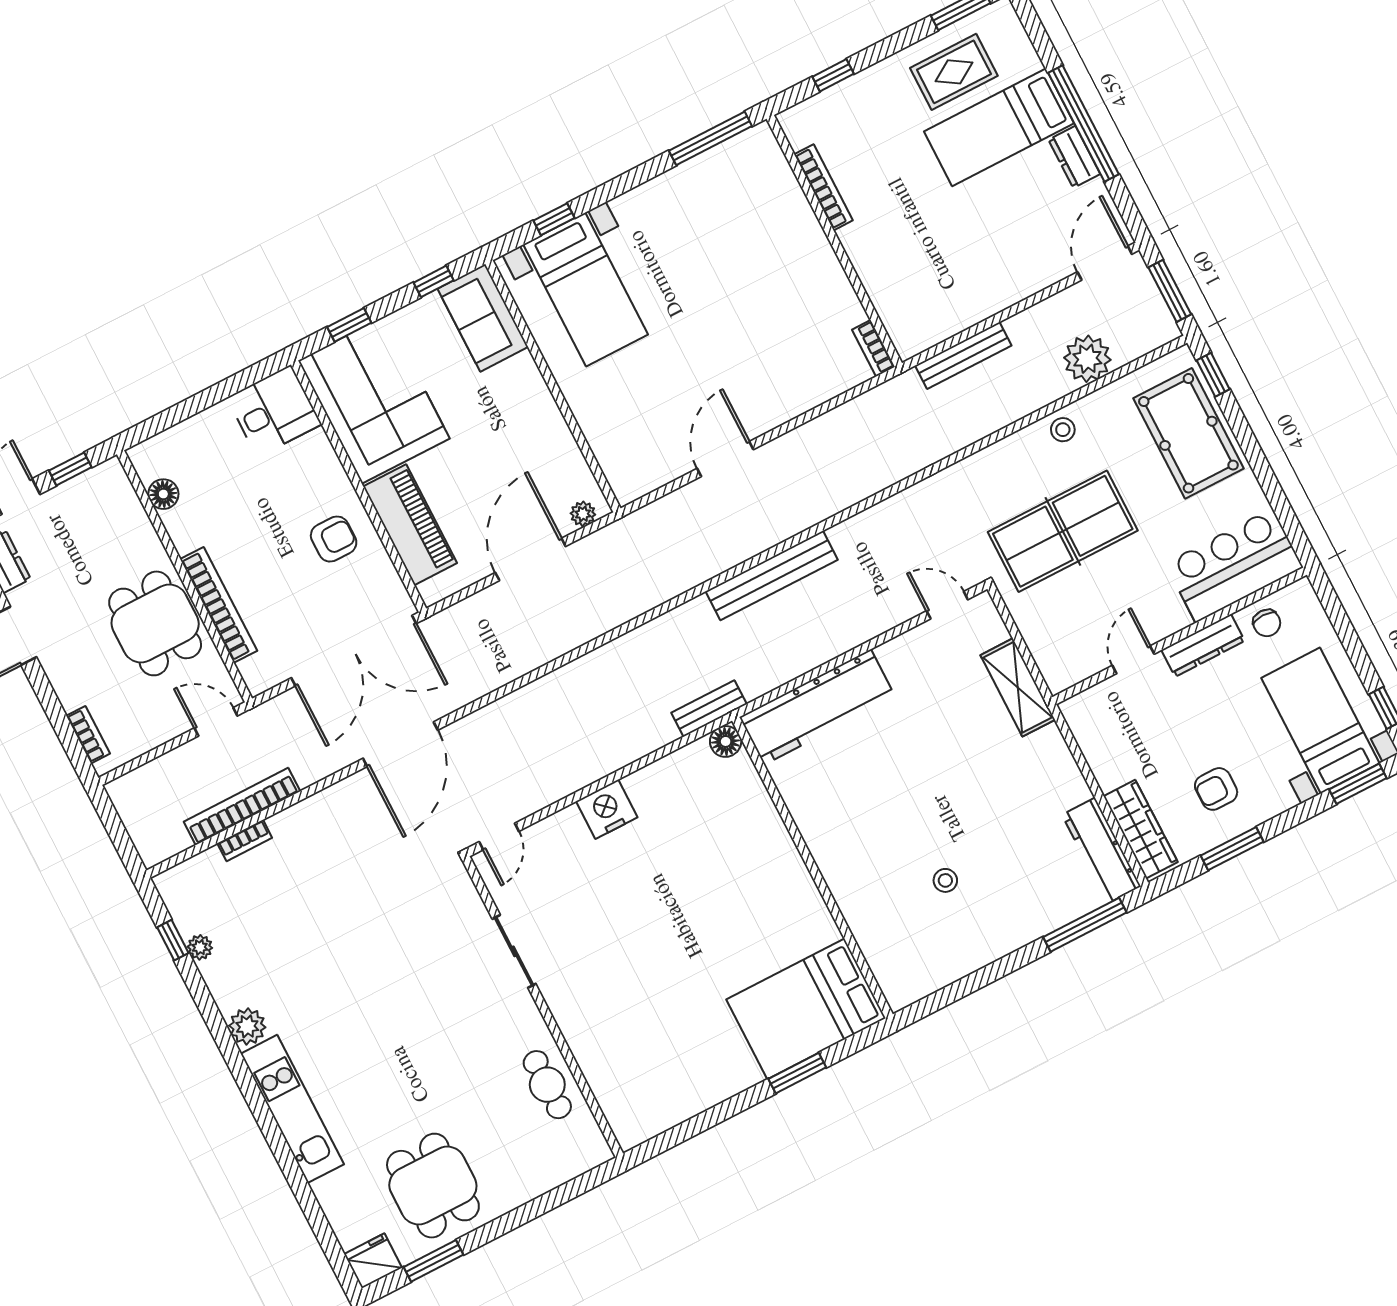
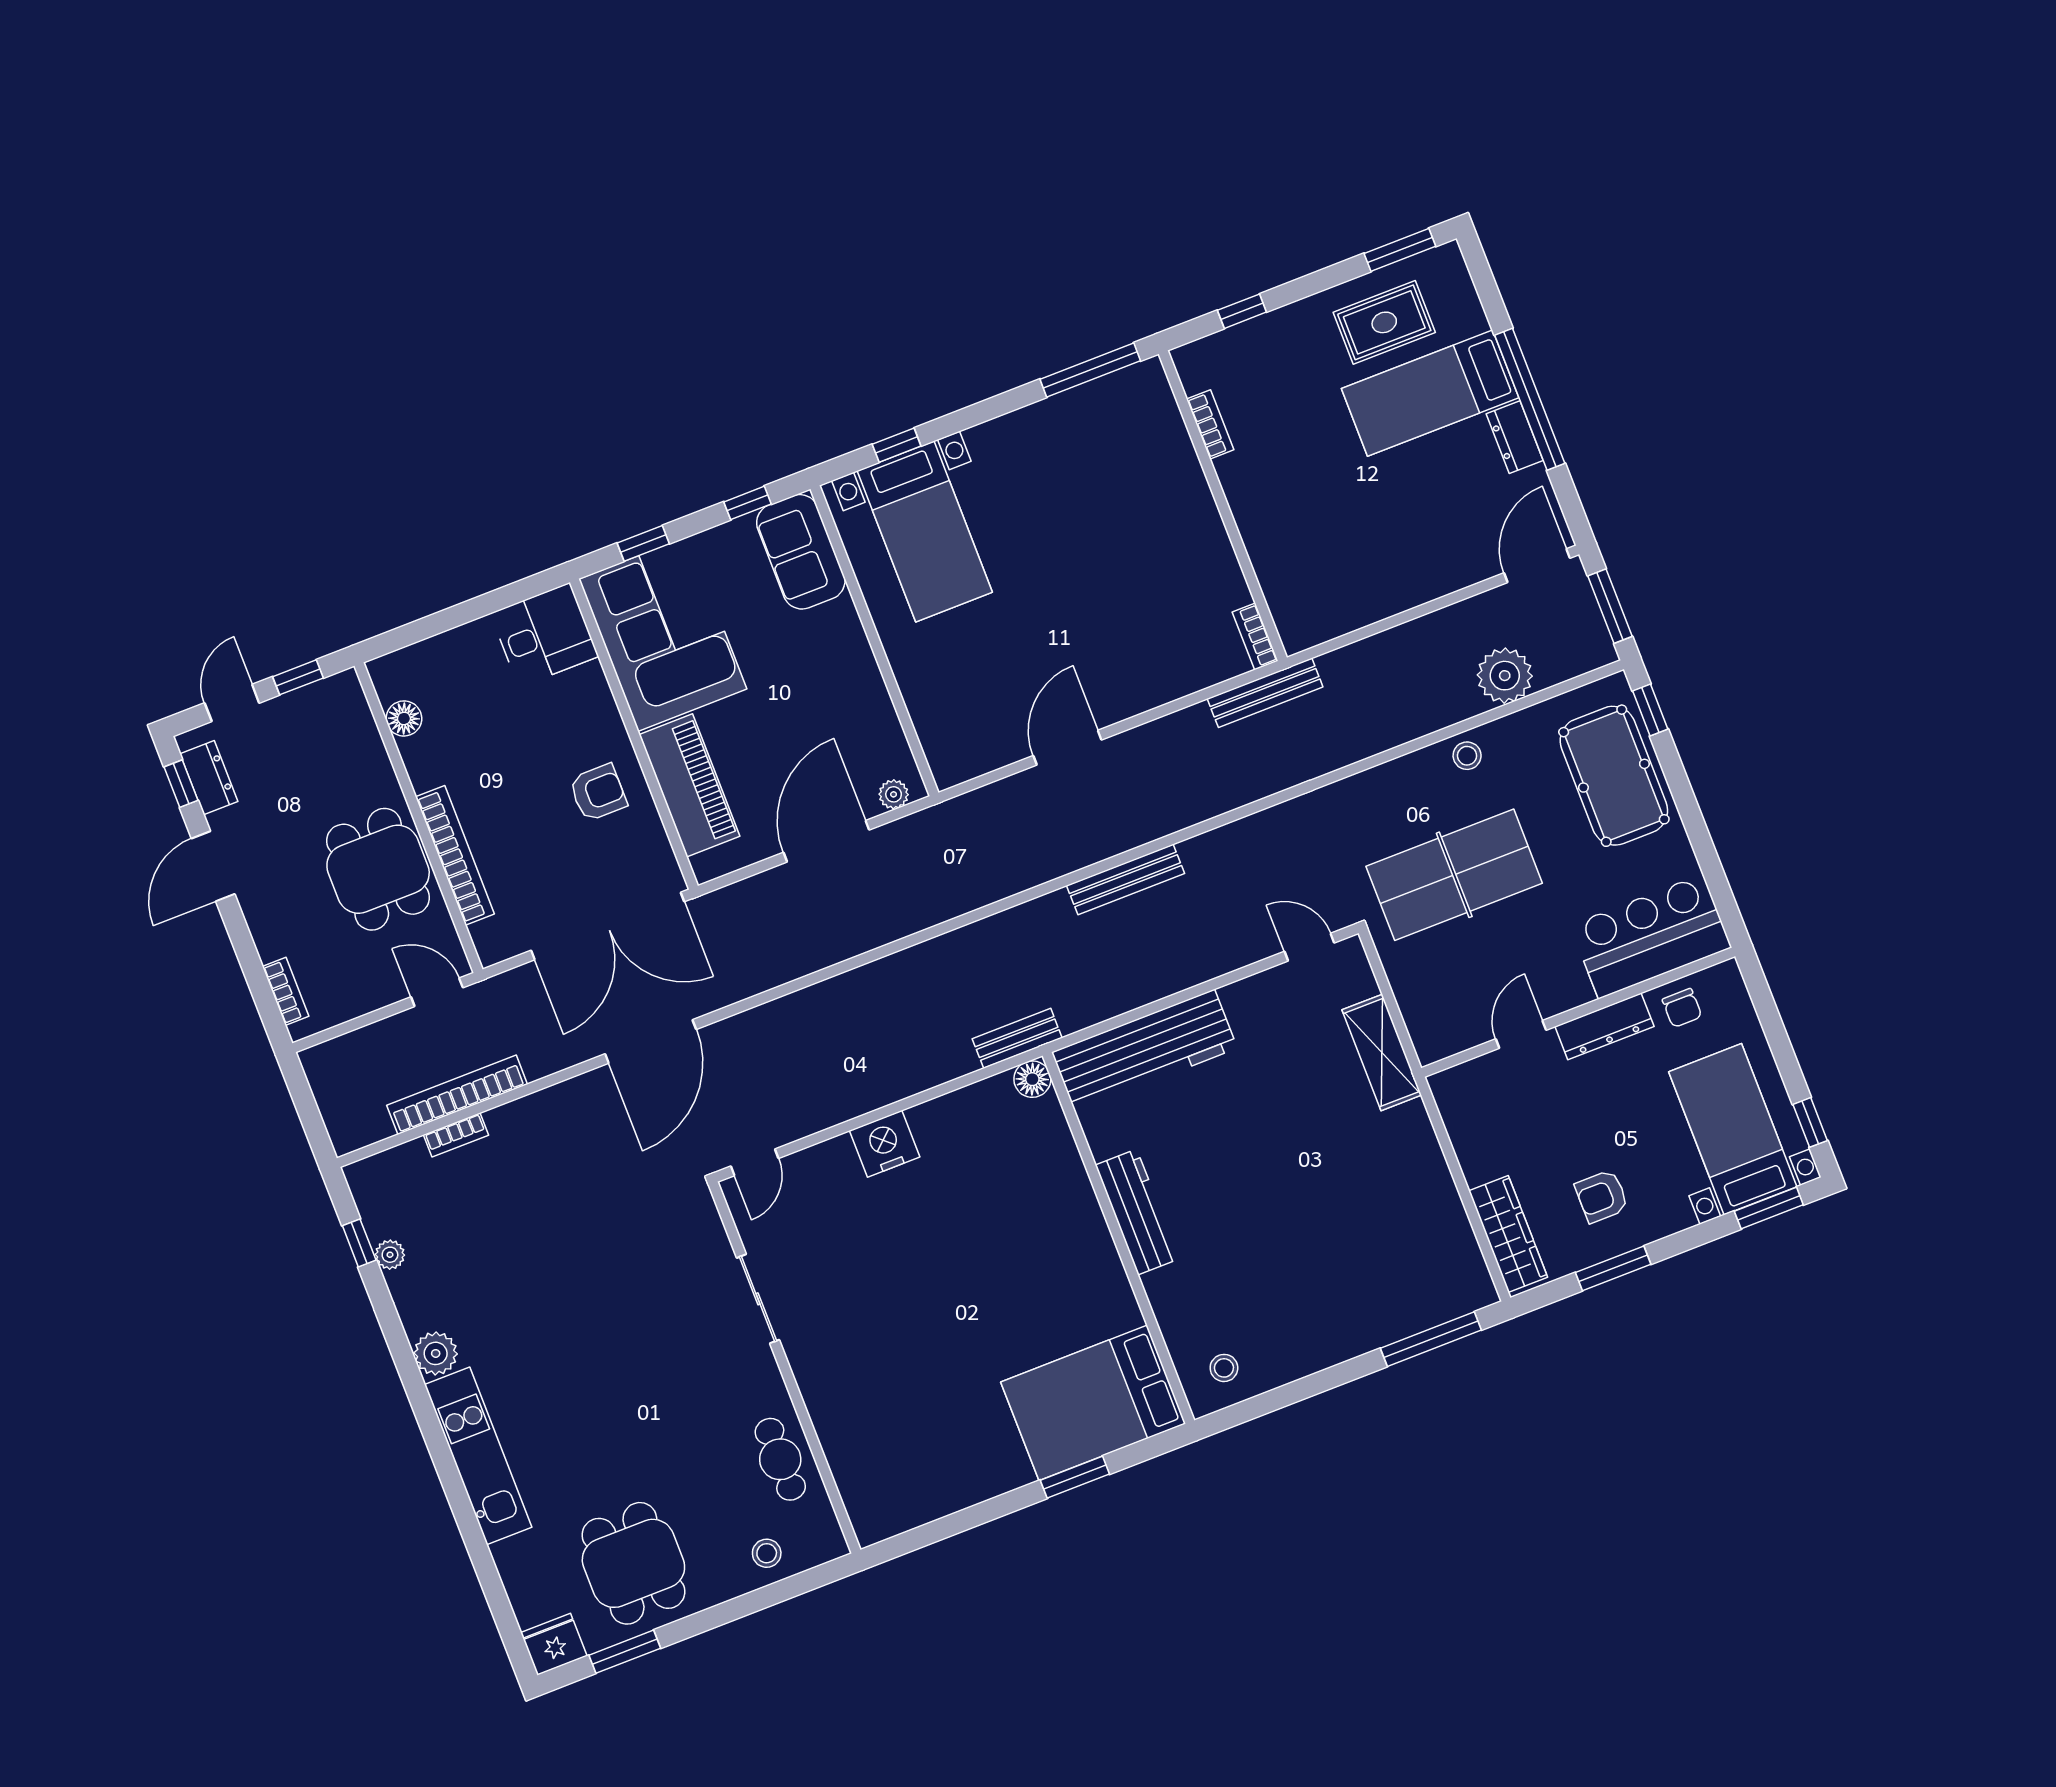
bookcase: (823, 187) -> (1210, 424), width x0.64
bench: (963, 355) -> (1265, 693), moved
bench: (772, 575) -> (1125, 879), width x0.73, depth x0.82
workbench: (1101, 851) -> (1137, 1212), moved, turned 180
stool: (945, 880) -> (1224, 1368), moved
stool: (544, 1165) -> (767, 1553), added

